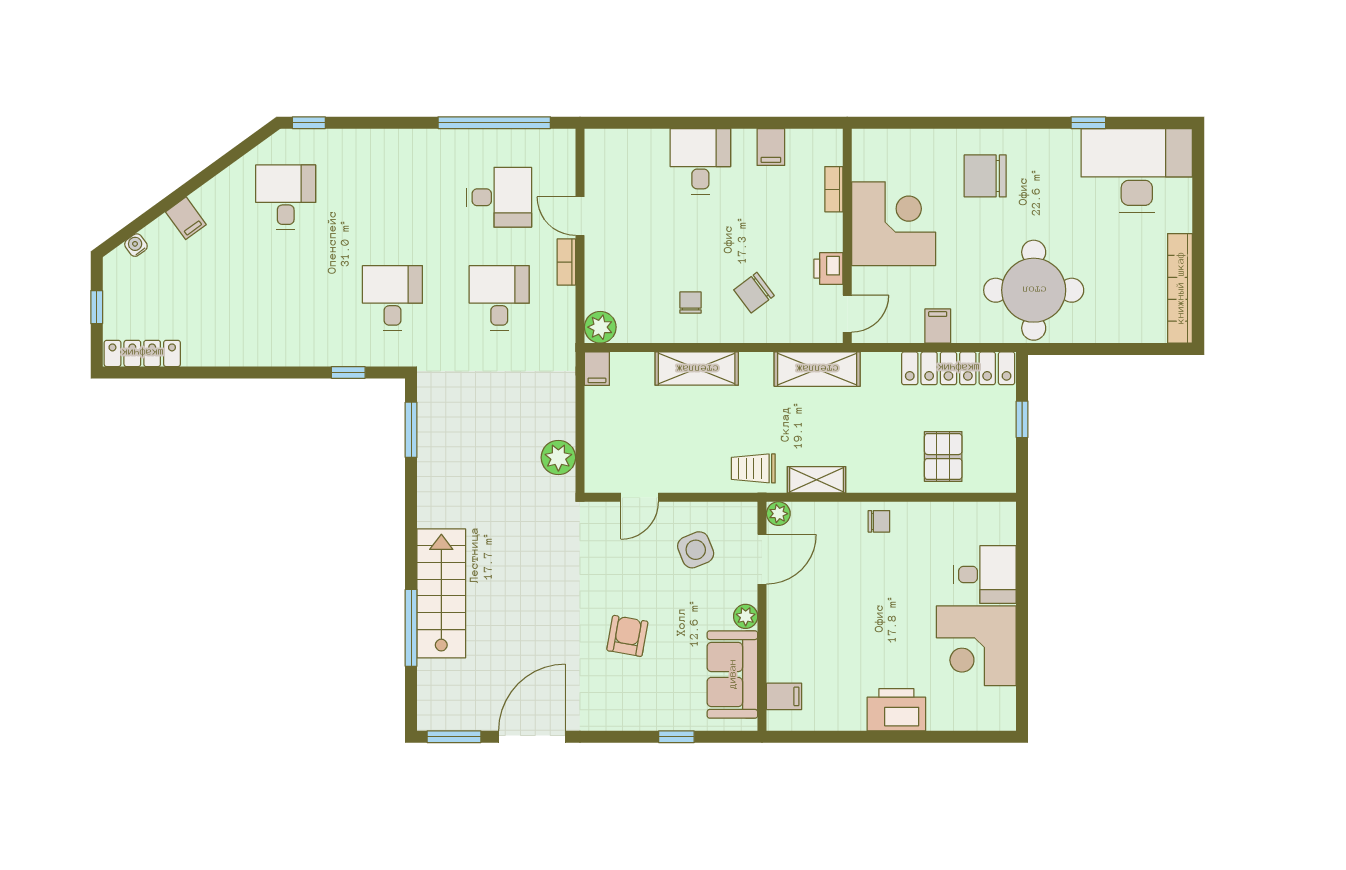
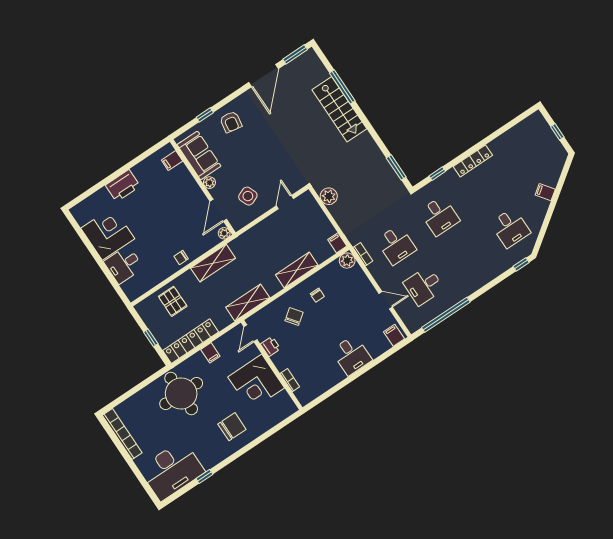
filing cabinet: (771, 147) -> (394, 335), moved
water cooler: (136, 245) -> (558, 168), removed
bookcase: (566, 262) -> (363, 254), moved
locker: (142, 353) -> (473, 161), moved
trolley: (753, 468) -> (247, 245), removed
shelving: (816, 480) -> (213, 263), width x1.50, depth x1.33
armchair: (627, 636) -> (231, 122), moved

